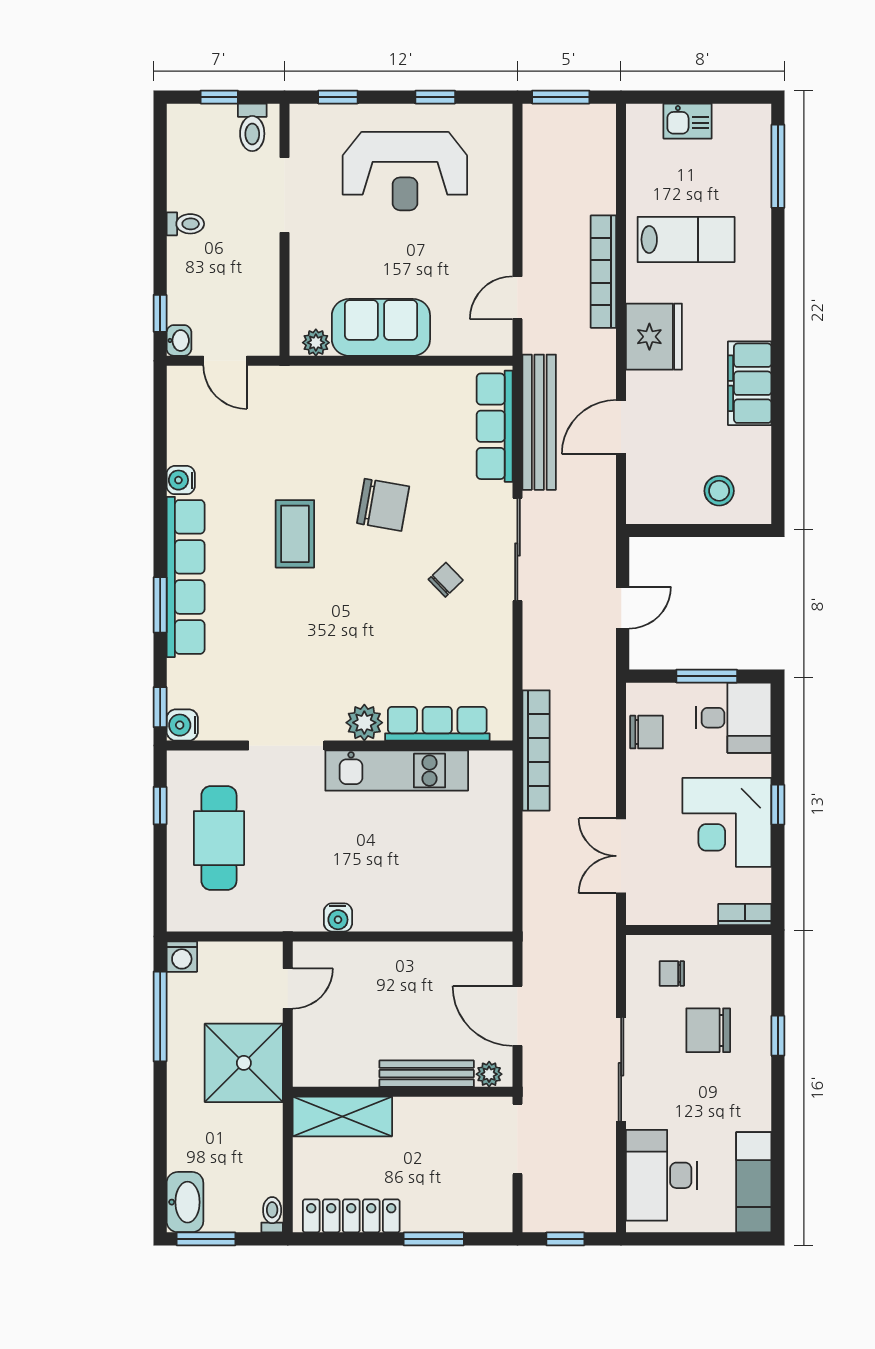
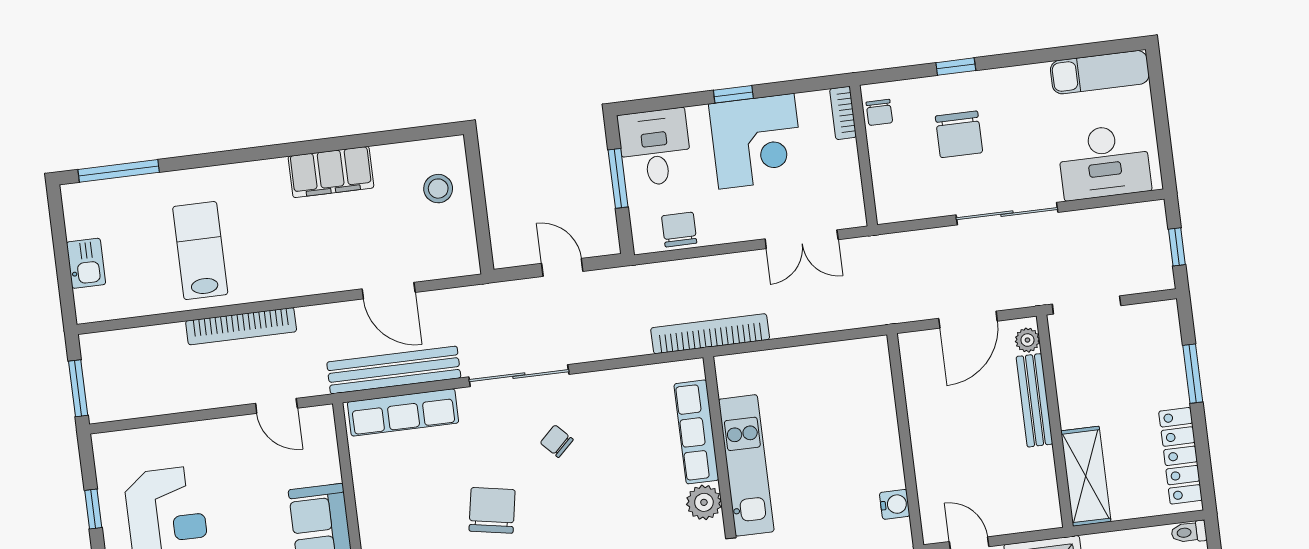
fridge: (654, 337) -> (298, 270), removed
chair: (672, 974) -> (879, 112), moved

